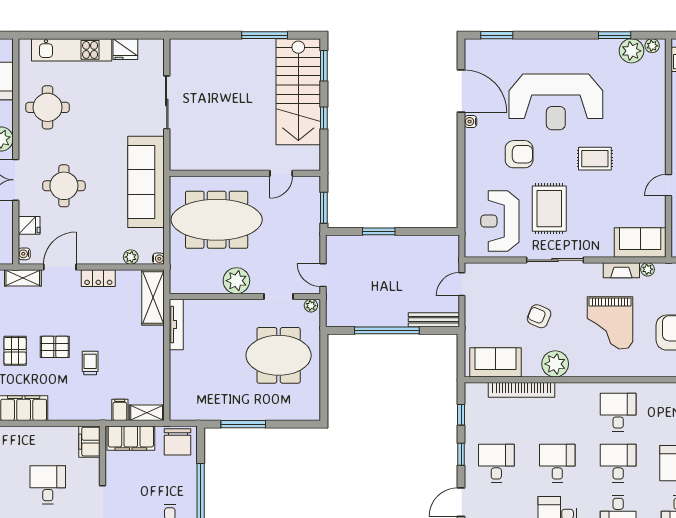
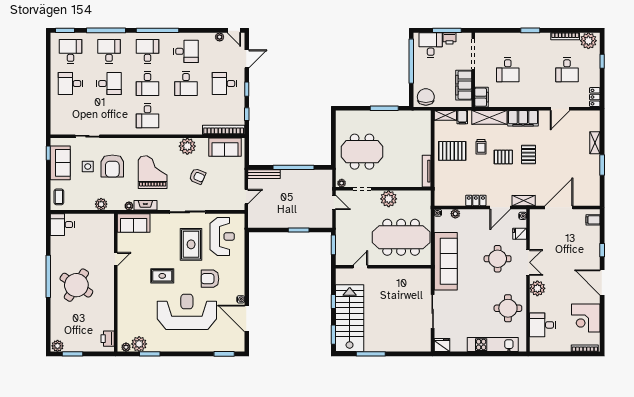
fridge: (125, 49) -> (442, 345), moved
shelving: (153, 297) -> (489, 117), moved, turned 90
pallet: (136, 357) -> (452, 151), added
bookcase: (522, 390) -> (224, 130), moved
filing cabinet: (131, 438) -> (464, 85), moved, turned -90
desk: (496, 463) -> (224, 84), turned 90

